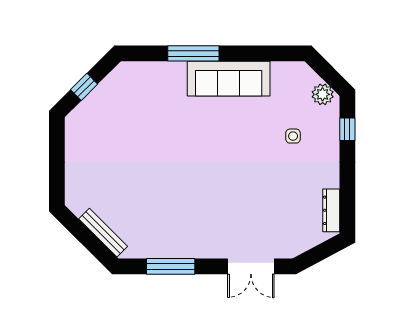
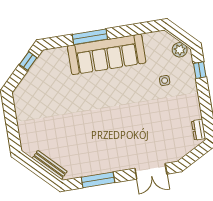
sofa: (229, 79) -> (107, 54), width x1.36, depth x1.27
window: (84, 87) -> (28, 61), moved
dresser: (331, 210) -> (199, 130), width x0.70

